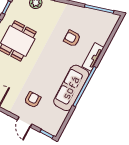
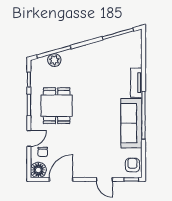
armchair: (72, 38) -> (107, 76), removed
armchair: (33, 100) -> (132, 165), moved

